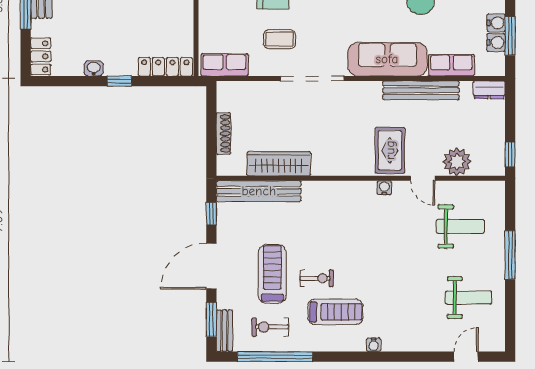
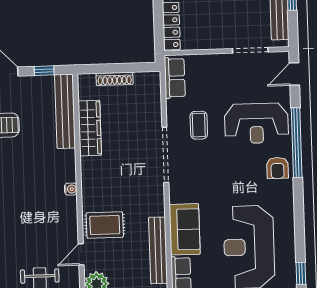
sofa: (387, 59) -> (185, 229), width x0.73
water cooler: (384, 188) -> (71, 189), moved

